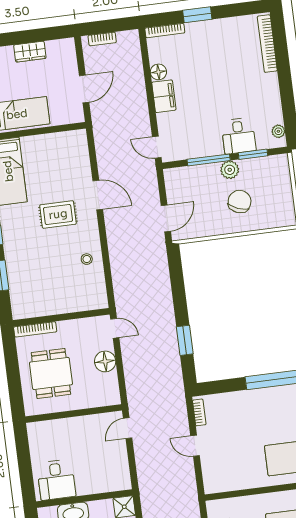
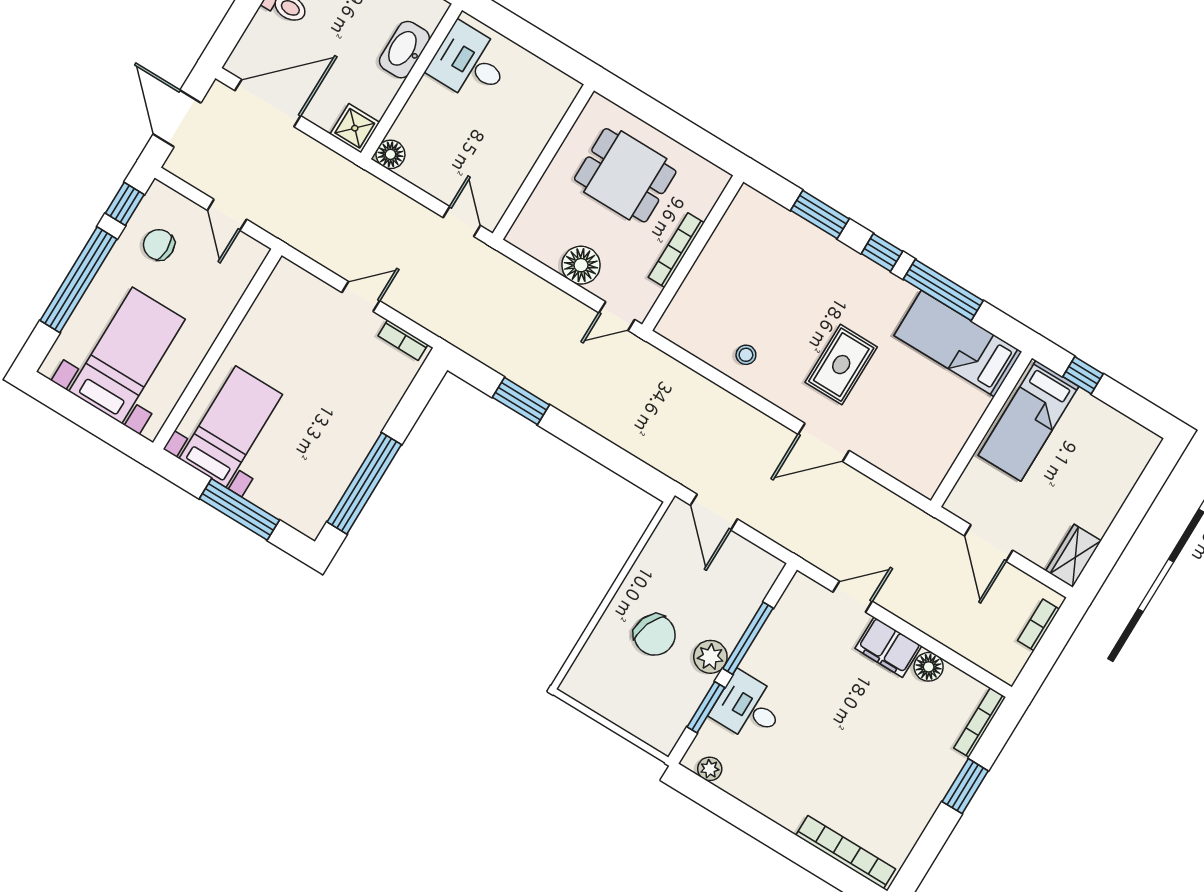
wardrobe: (30, 52) -> (1073, 556), moved
door: (157, 147) -> (852, 597), moved
bookcase: (35, 329) -> (676, 250), moved
floor lamp: (123, 482) -> (390, 154), added

